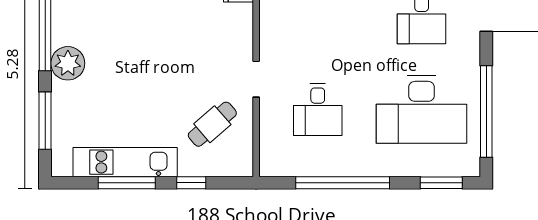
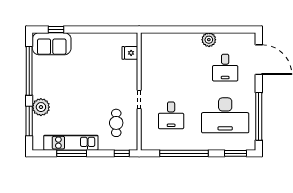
plant: (68, 63) -> (41, 107), moved
cafe table: (212, 124) -> (116, 123), turned -49
window: (191, 183) -> (122, 153), moved

